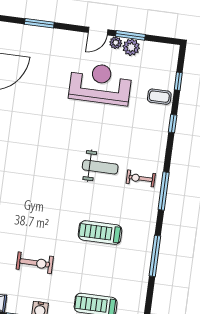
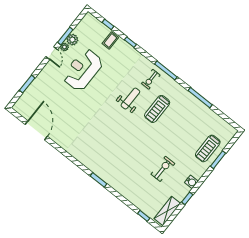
treadmill: (100, 232) -> (157, 109), moved

